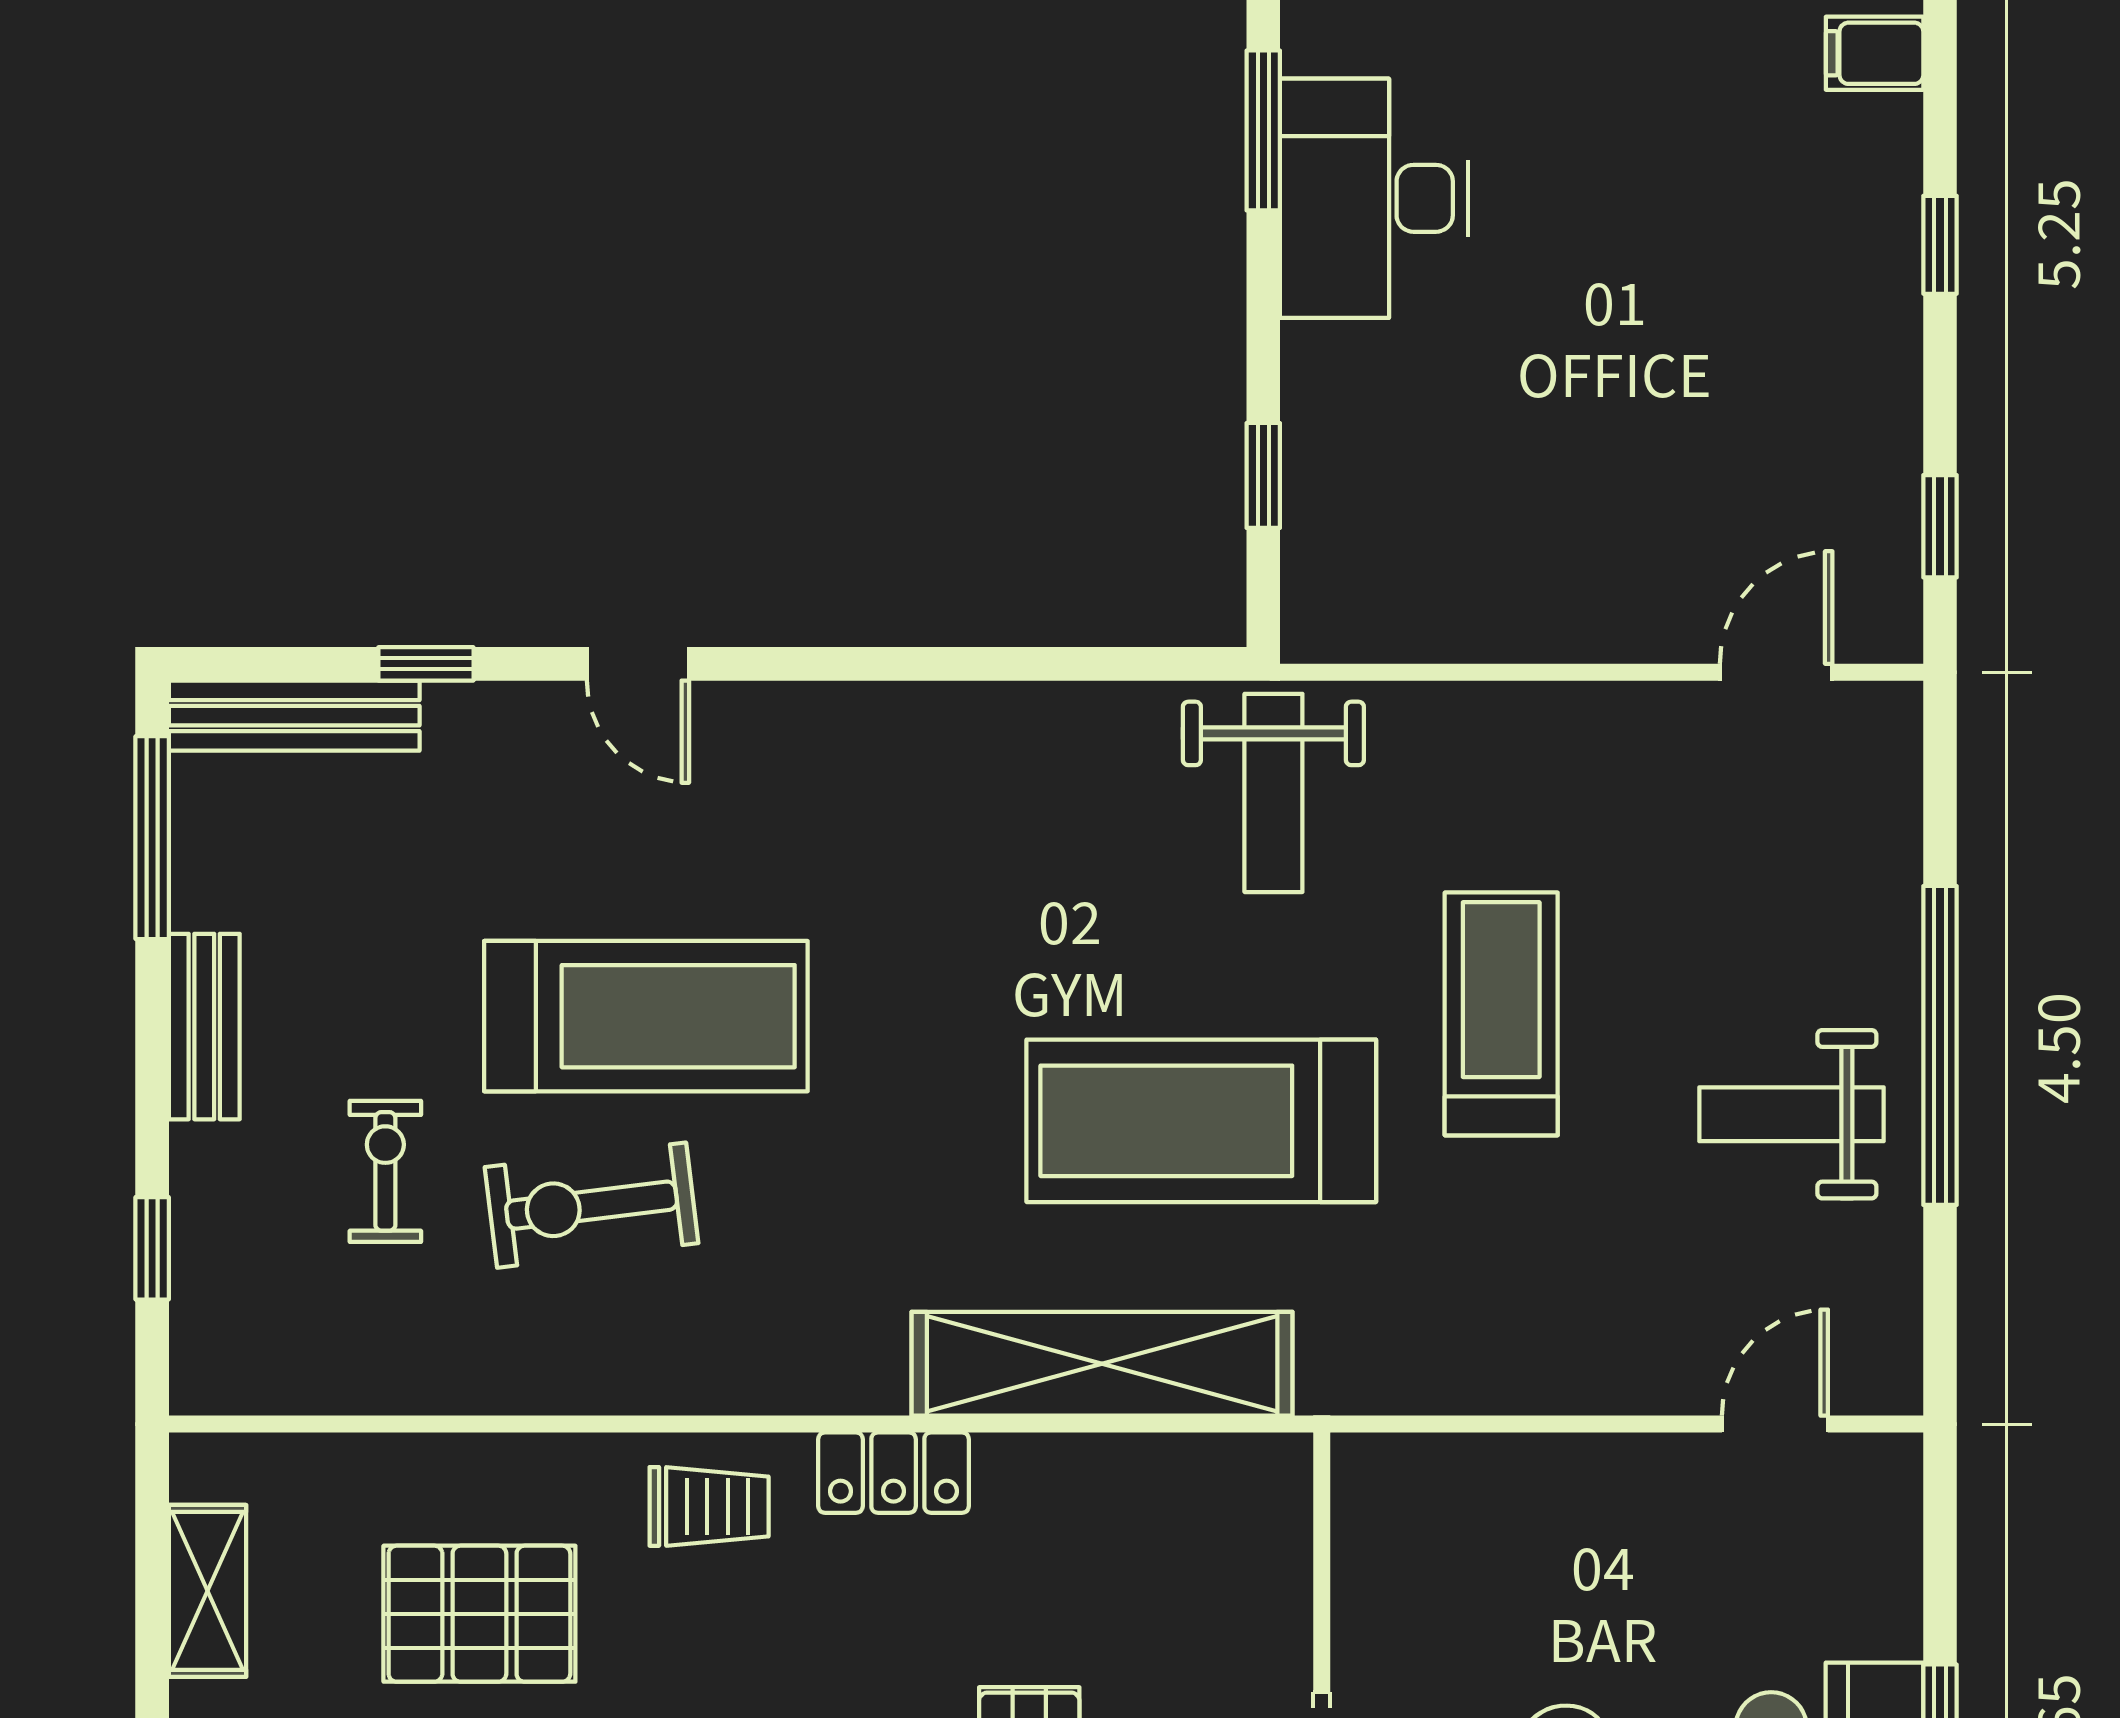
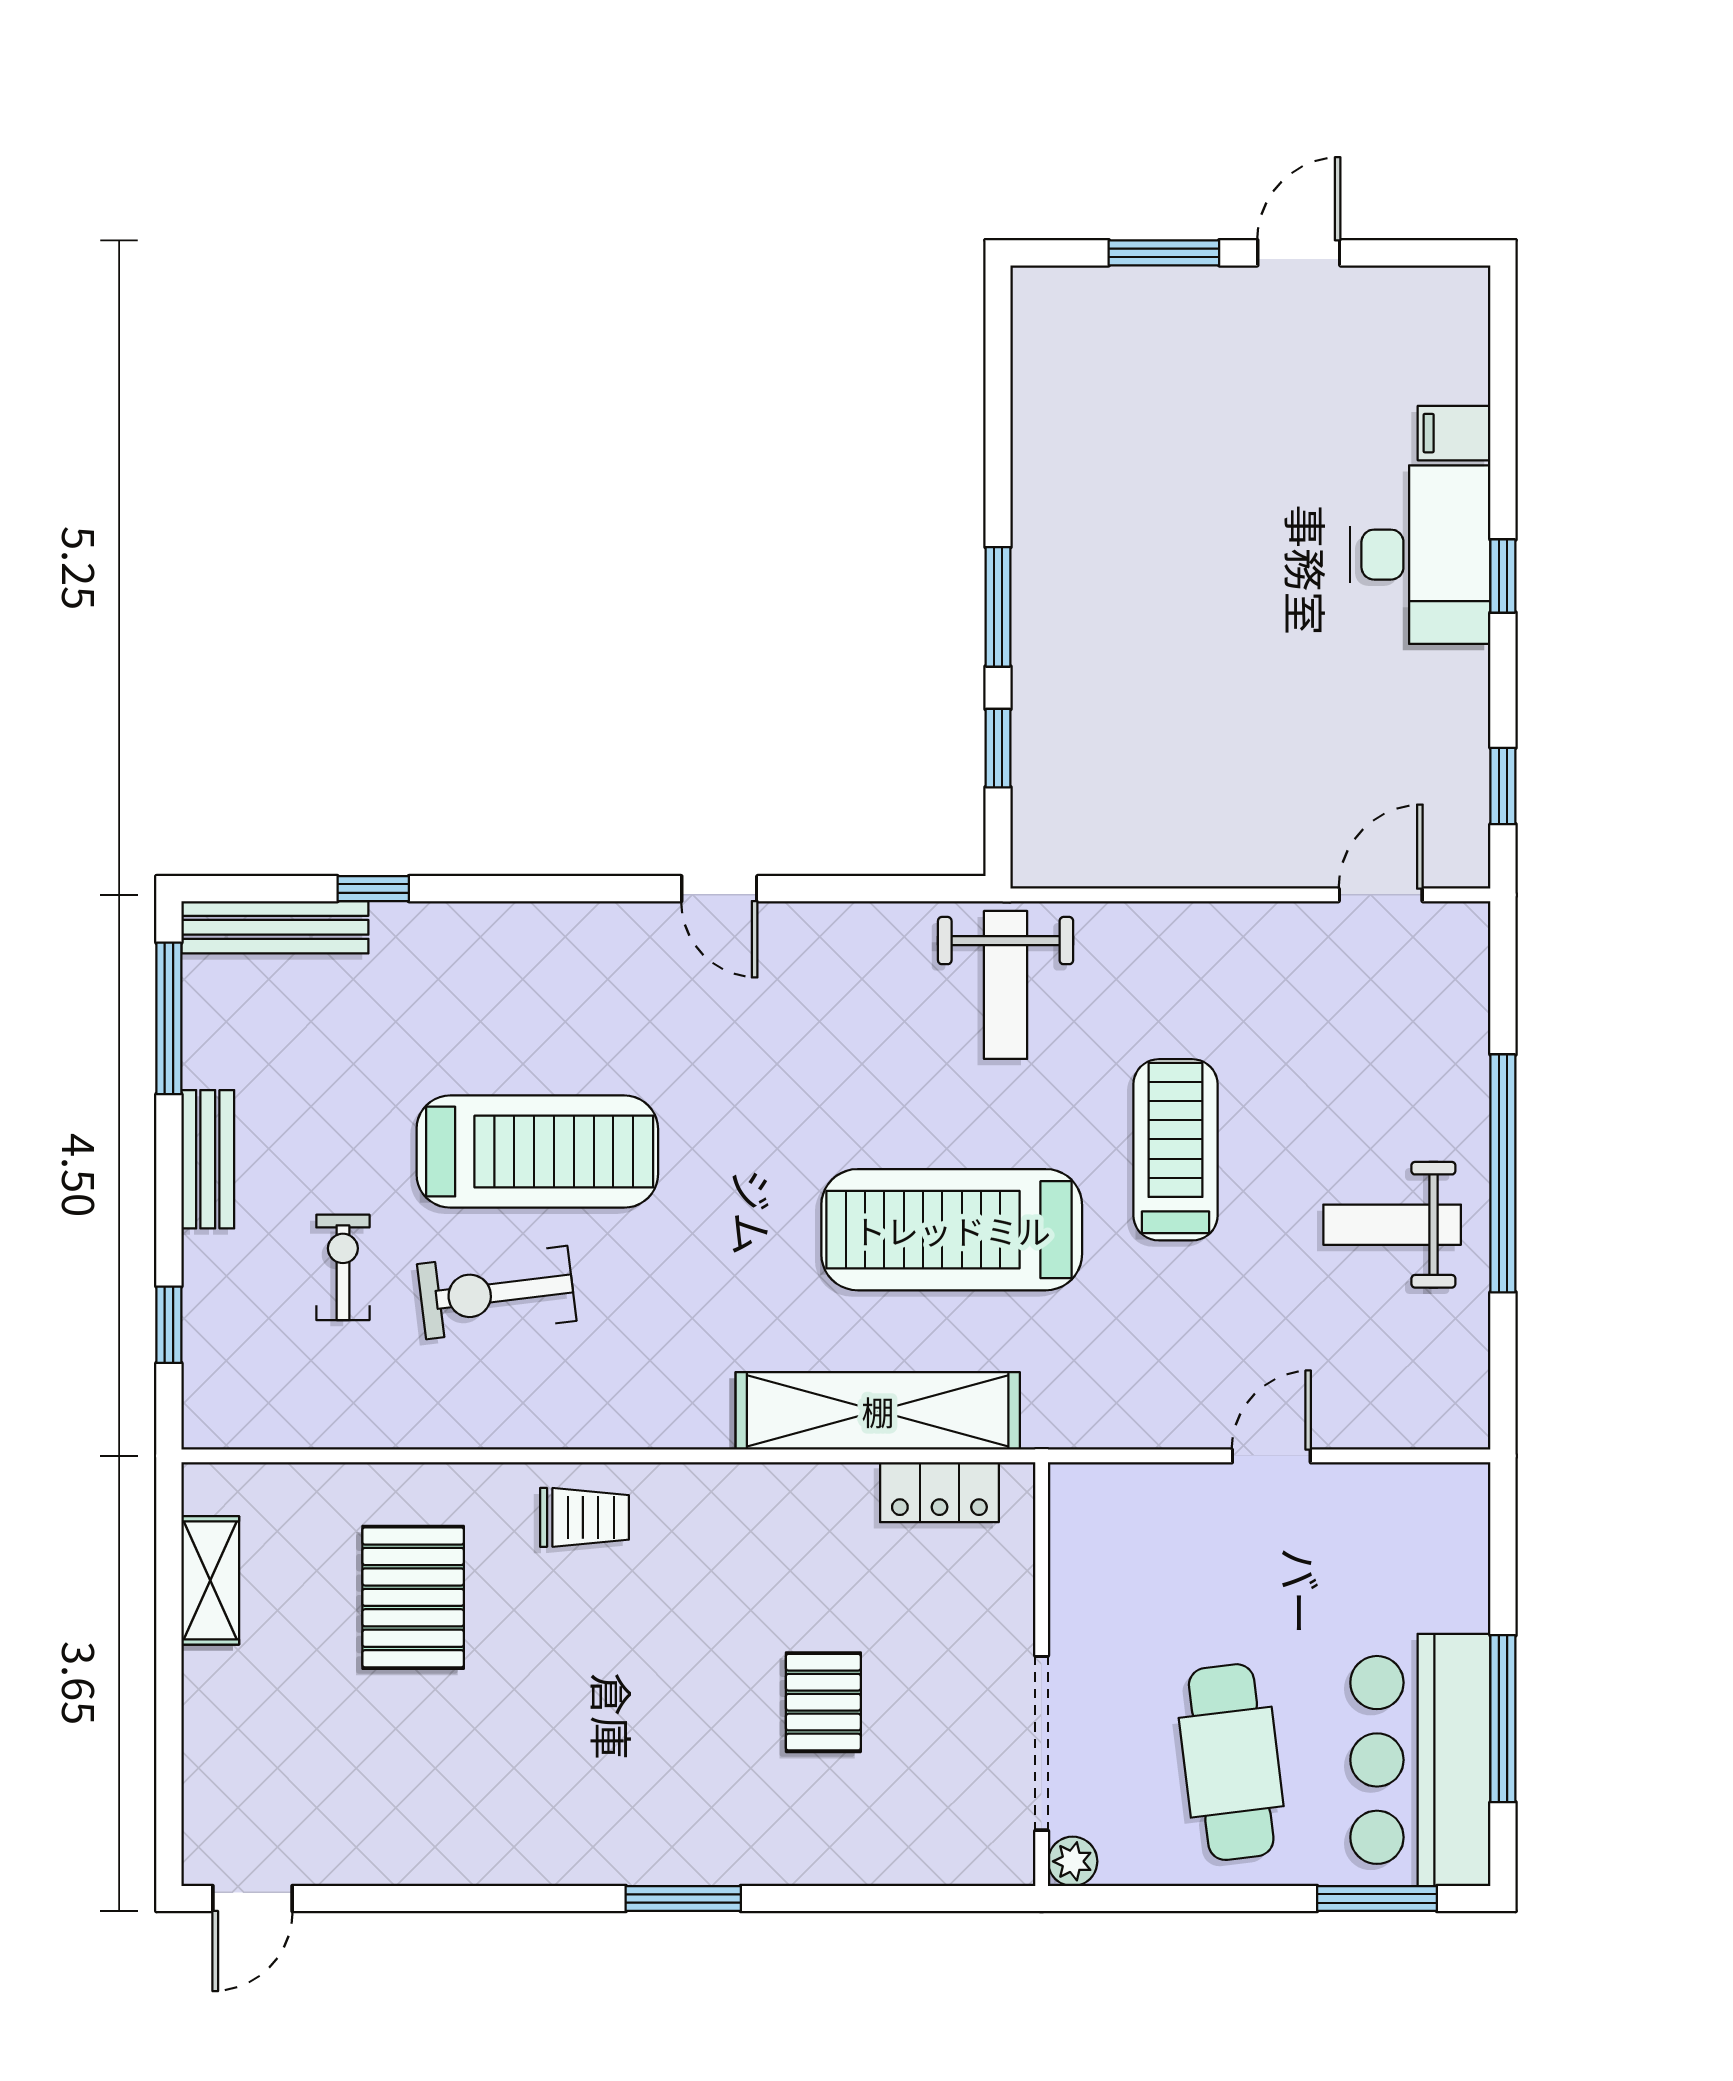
window: (1263, 130) -> (998, 607), moved
desk: (1374, 198) -> (1420, 555), moved, turned 180
door: (638, 664) -> (719, 889), moved
door: (1775, 1424) -> (1271, 1456), moved
locker: (894, 1473) -> (939, 1492), moved
pallet: (479, 1614) -> (413, 1597), turned 90

